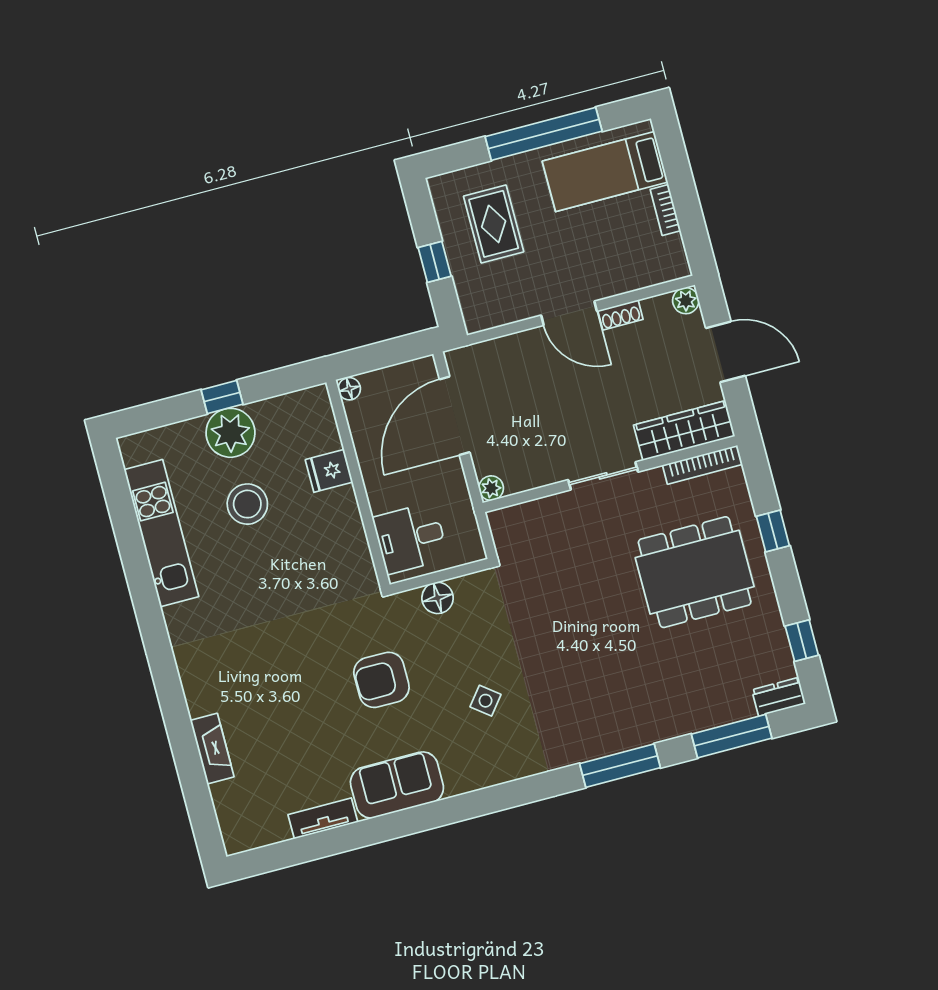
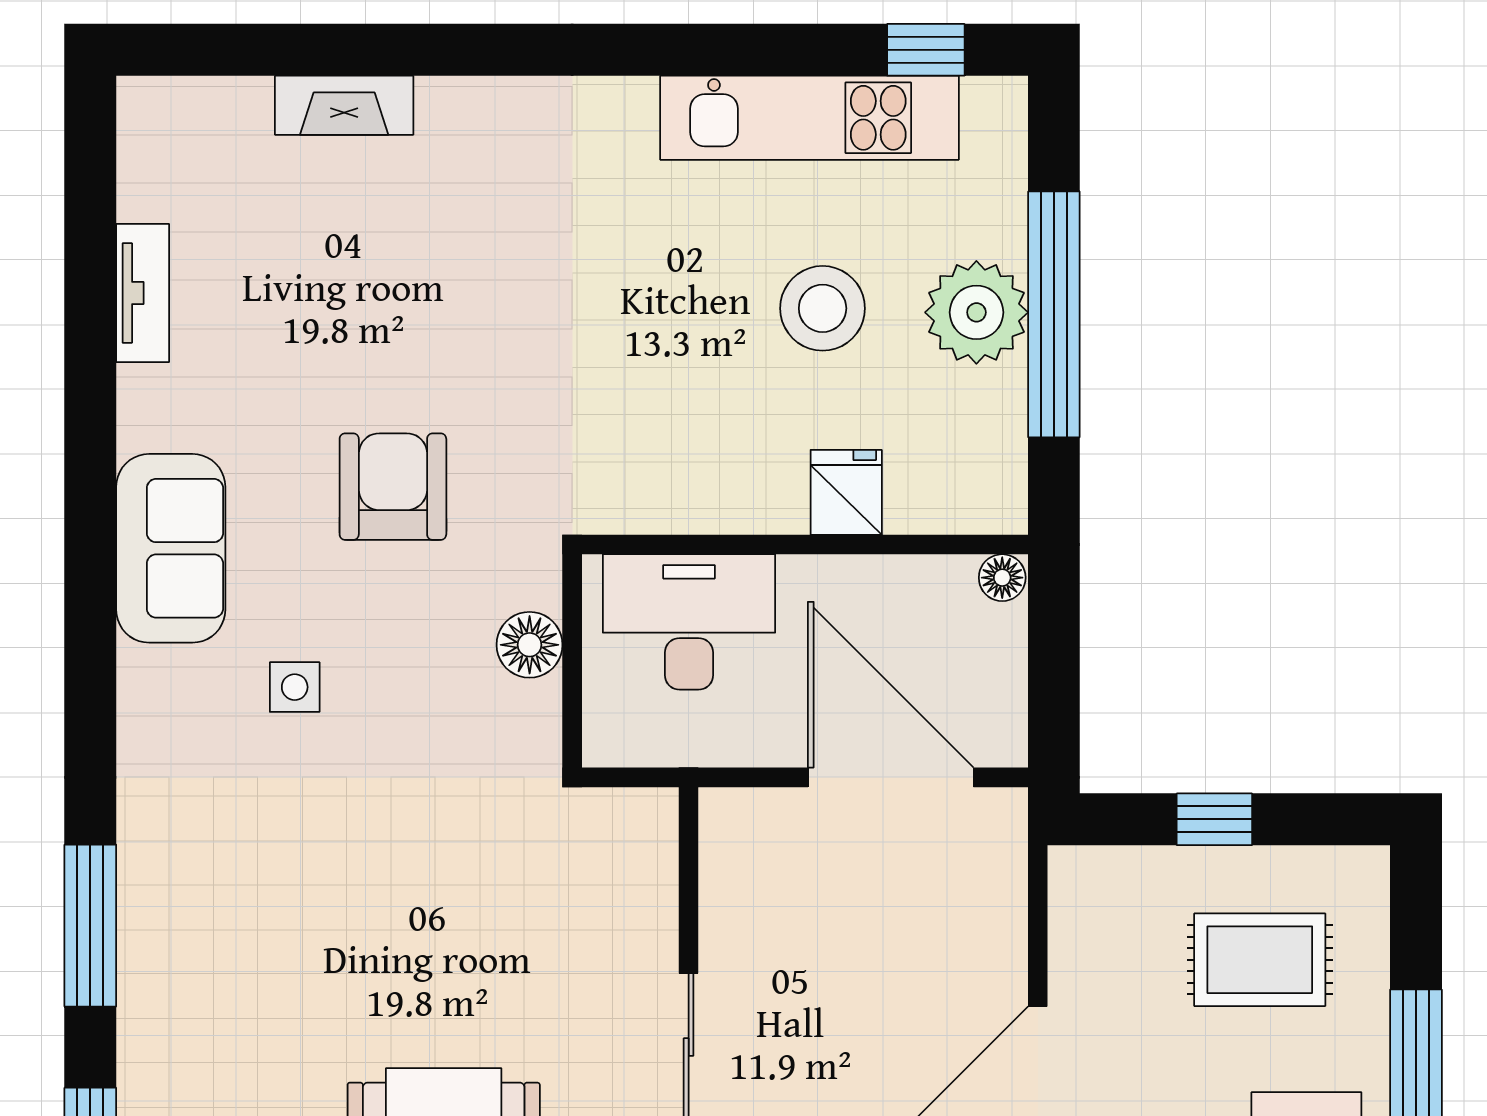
window: (222, 397) -> (1054, 314), width x3.17
window: (116, 488) -> (926, 50), added
plant: (491, 488) -> (724, 813), removed
desk: (411, 538) -> (689, 622), width x1.37
side table: (486, 701) -> (295, 687), turned -38
sofa: (397, 785) -> (171, 548), moved

